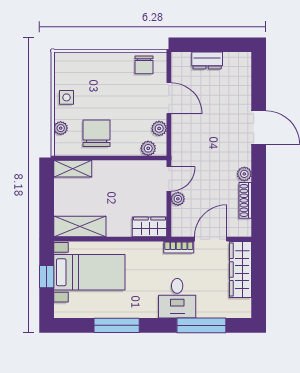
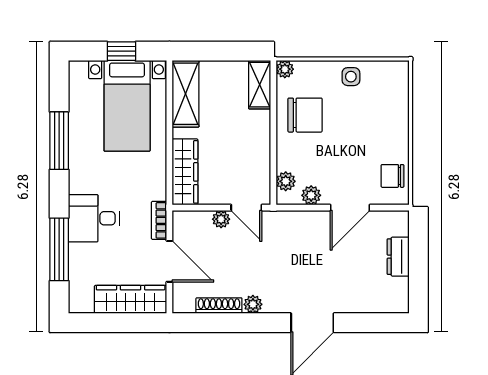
plant: (61, 128) -> (285, 69), moved
wardrobe: (150, 227) -> (185, 172), width x1.50

